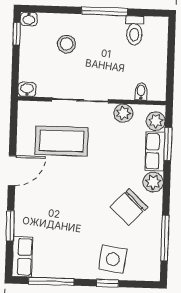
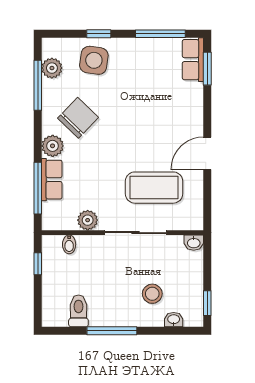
washbasin: (29, 19) -> (174, 320), moved
window: (170, 75) -> (38, 264), added
plant: (156, 121) -> (52, 68), moved
window: (168, 144) -> (38, 188), width x1.44
window: (10, 226) -> (207, 69), moved

